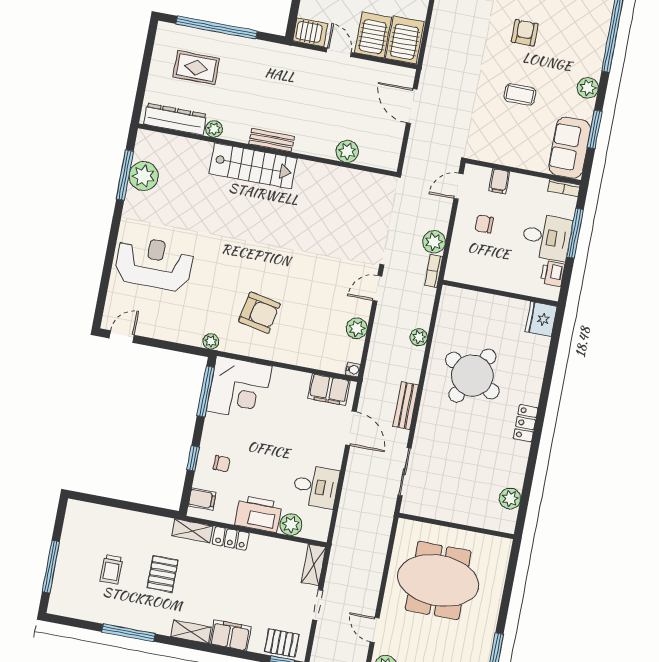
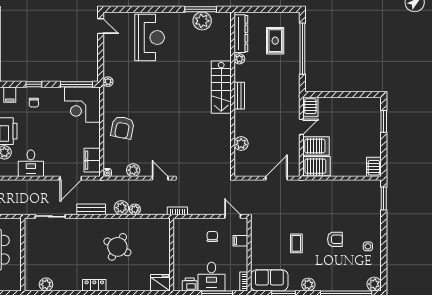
plant: (434, 242) -> (121, 208), moved
armchair: (259, 313) -> (123, 128), moved
round table: (472, 376) -> (117, 247), width x0.73, depth x0.73

